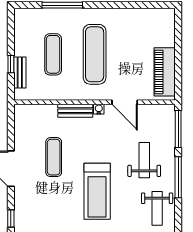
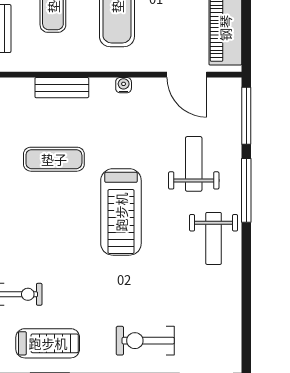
door: (125, 102) -> (187, 75), moved
bench: (75, 111) -> (62, 88), moved
exercise mat: (54, 157) -> (54, 159), turned 90

